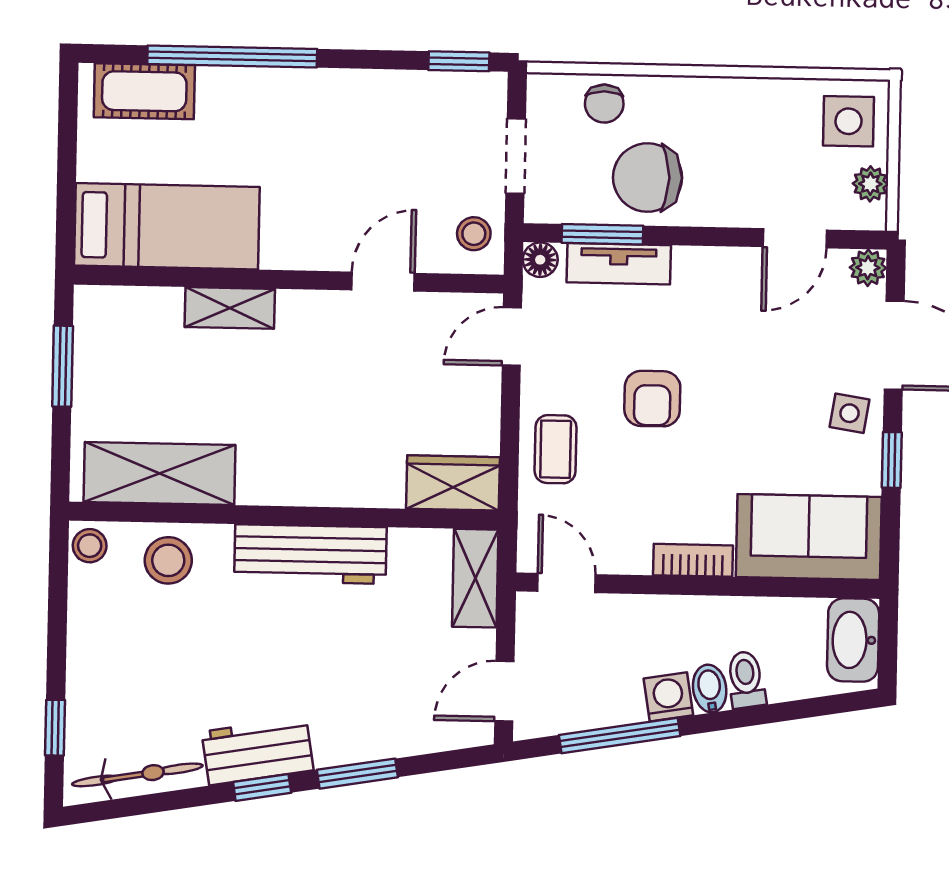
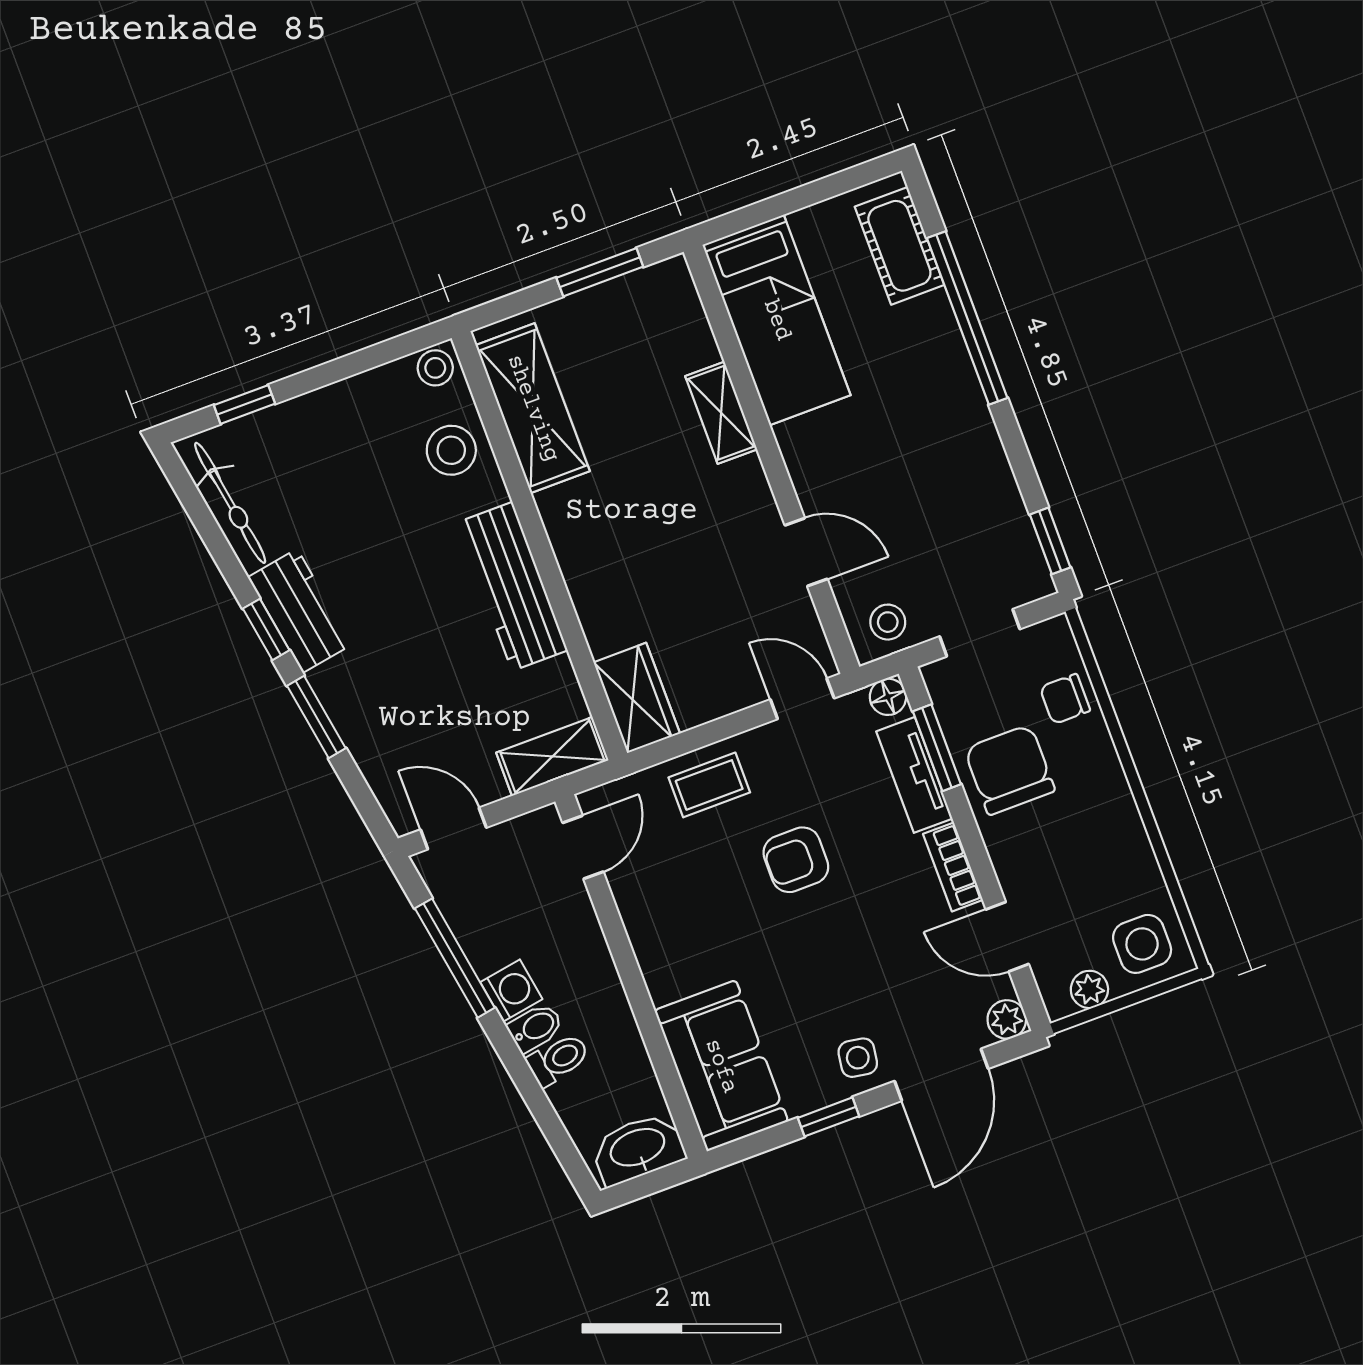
bookcase: (693, 560) -> (953, 867), moved, turned 180

